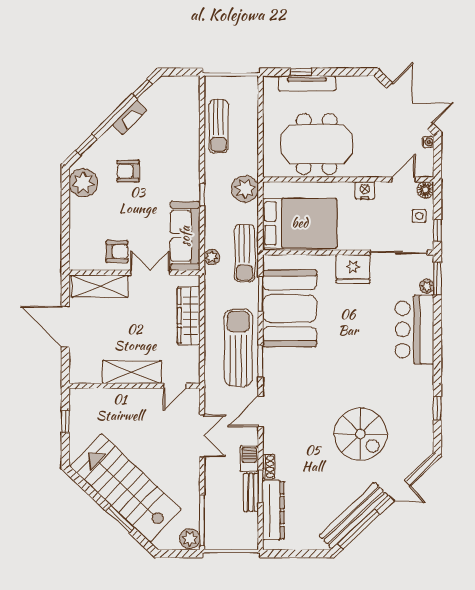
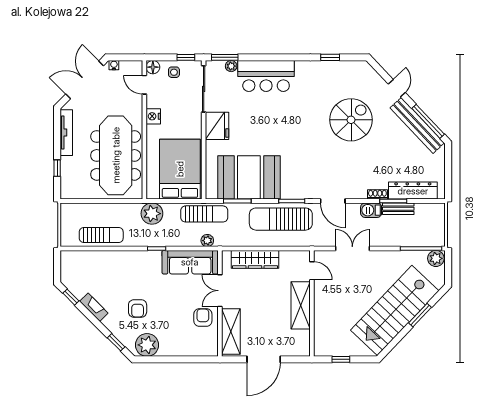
tv unit: (307, 83) -> (66, 133), moved
meeting table: (317, 144) -> (116, 155), width x1.36

